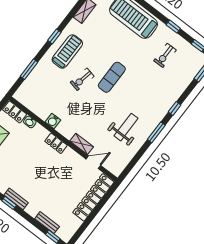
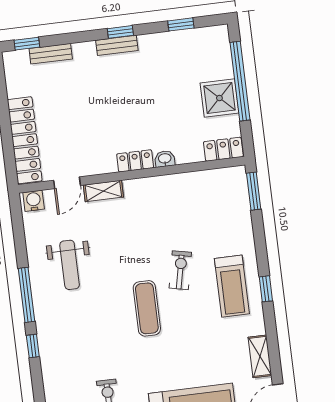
window: (29, 69) -> (254, 191), moved
water cooler: (53, 121) -> (34, 201), moved
washbasin: (30, 122) -> (165, 159), moved
window: (156, 132) -> (27, 295), width x1.44

